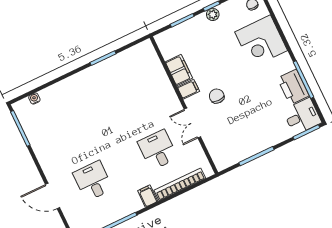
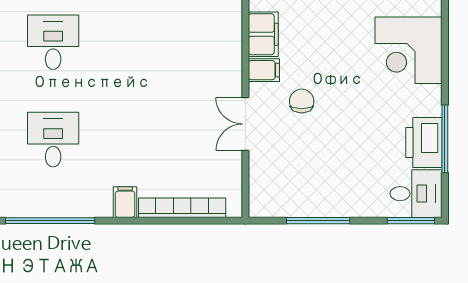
desk: (158, 150) -> (53, 42), moved

